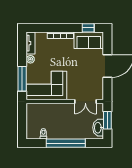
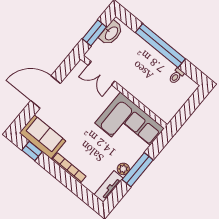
window: (22, 79) -> (138, 170), moved
double door: (85, 102) -> (101, 73), swing flipped

